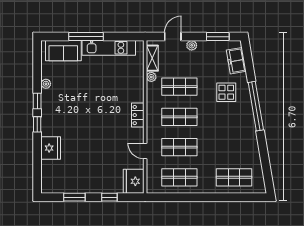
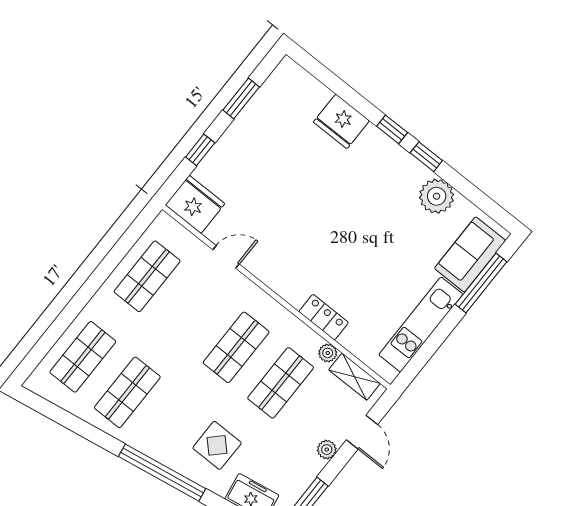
window: (86, 37) -> (481, 283), moved
plant: (46, 84) -> (437, 196), width x1.88, depth x1.88
locker: (138, 115) -> (324, 317), moved
shop shelf: (179, 147) -> (127, 392), moved

